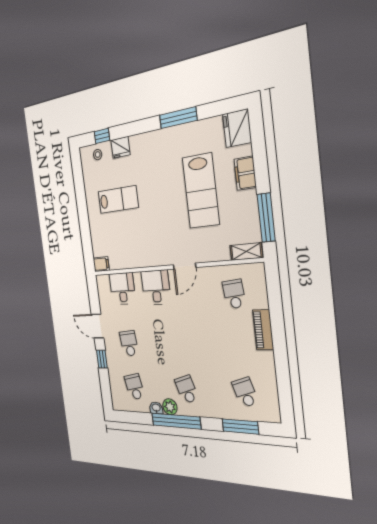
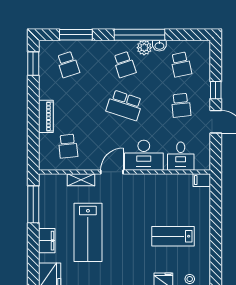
lab bench: (201, 191) -> (88, 232), turned 180
shelving: (246, 251) -> (81, 180), moved
desk: (156, 288) -> (144, 155), width x1.37
school desk: (181, 343) -> (124, 105), added
window: (285, 395) -> (33, 64), added

